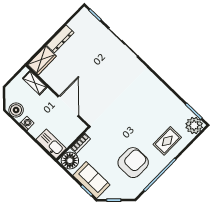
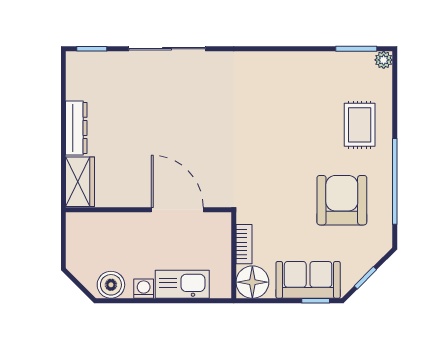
shelving: (35, 83) -> (100, 222), removed
plant: (194, 125) -> (384, 60), width x0.53, depth x0.53
kitchen sink: (51, 144) -> (182, 284), moved

